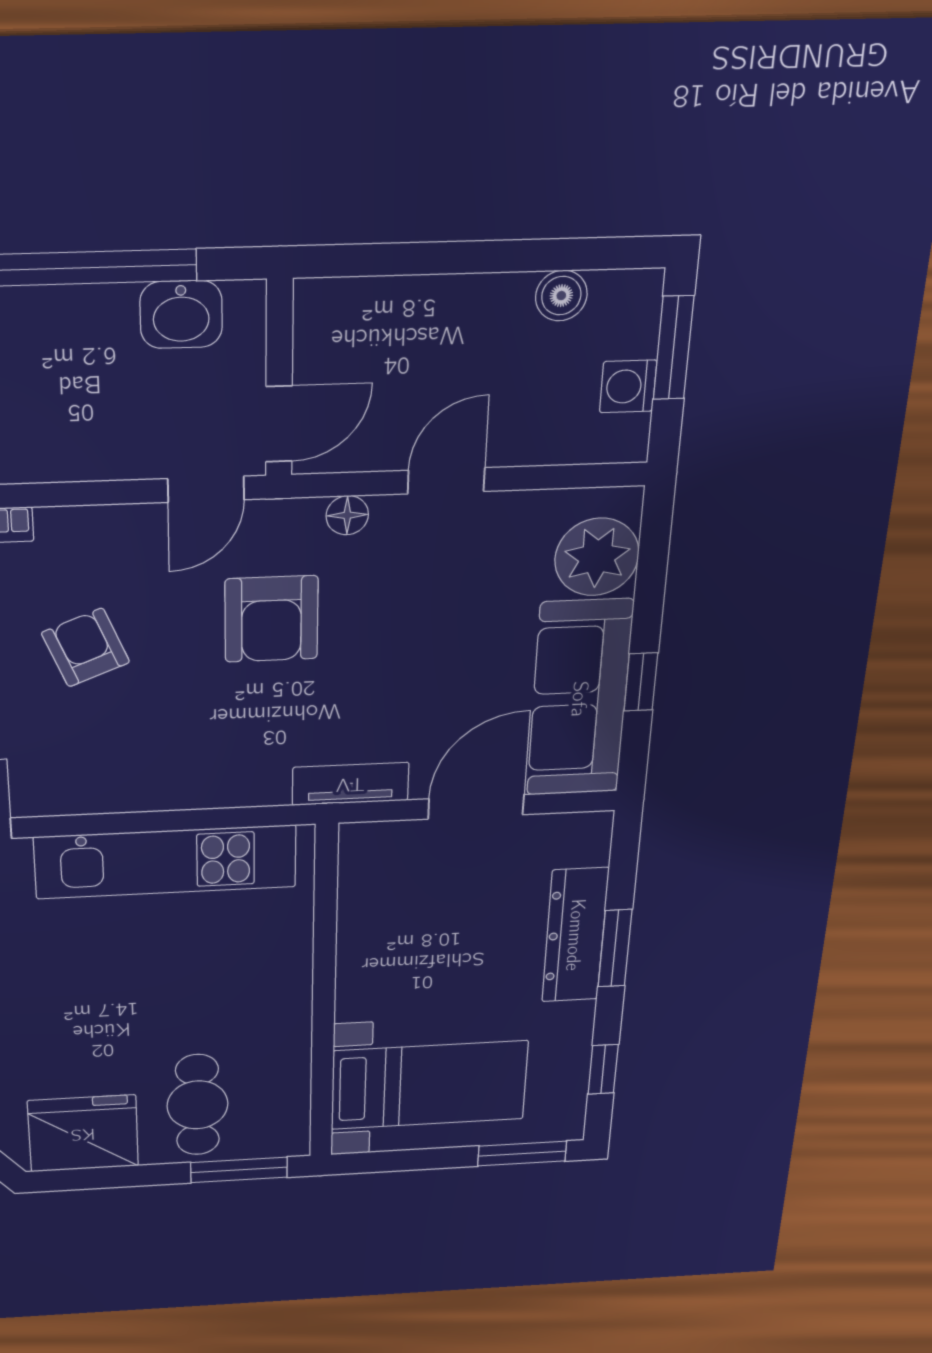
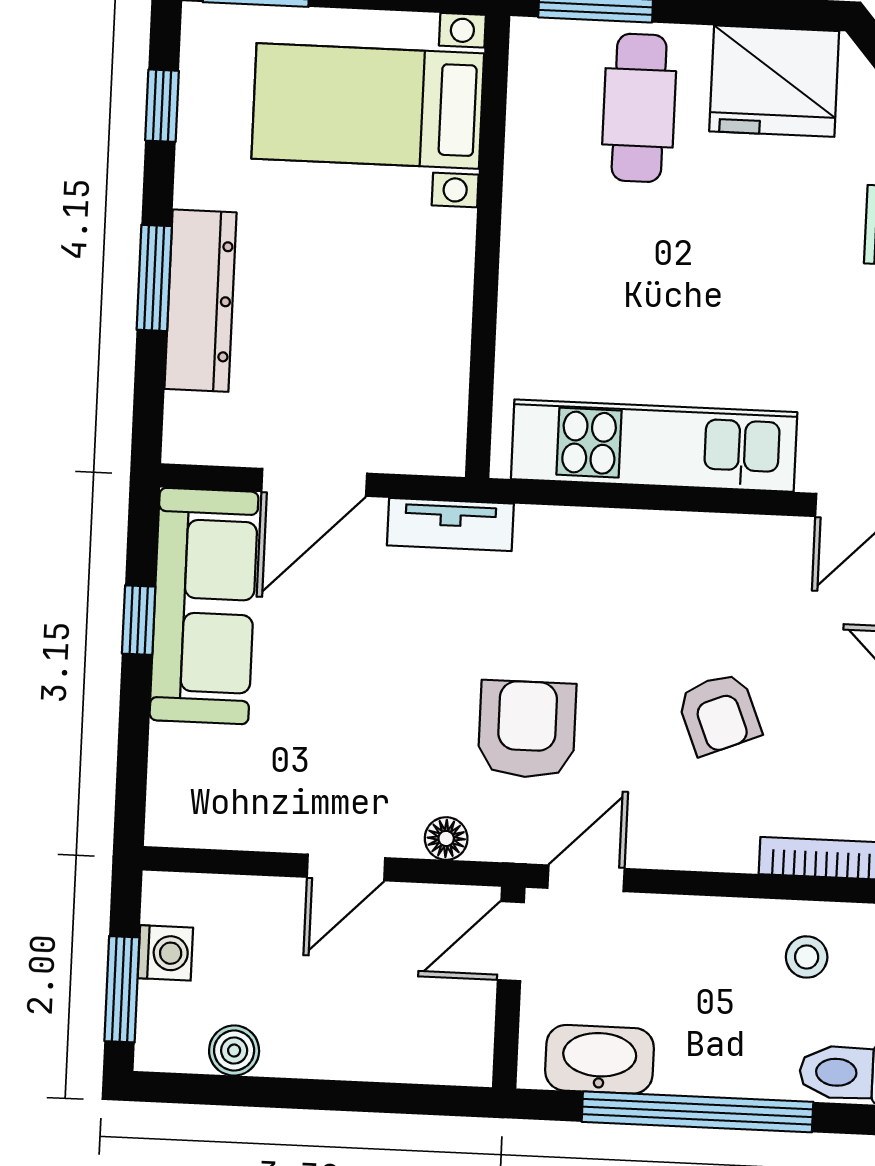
washbasin: (181, 315) -> (600, 1059), width x1.38
plant: (597, 557) -> (191, 770), removed

